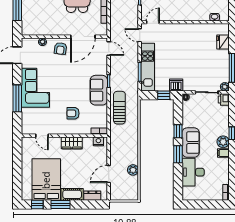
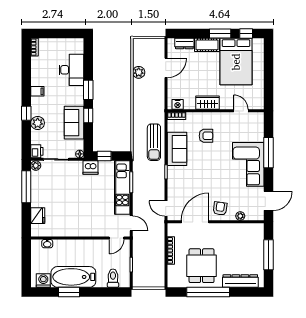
sofa: (99, 90) -> (177, 149), moved
plant: (223, 142) -> (38, 123), moved
sofa: (191, 143) -> (74, 123), moved

